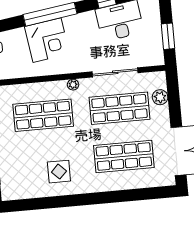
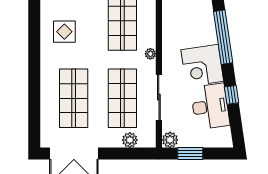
corner desk: (47, 40) -> (202, 65), moved
plant: (156, 58) -> (170, 140), added

